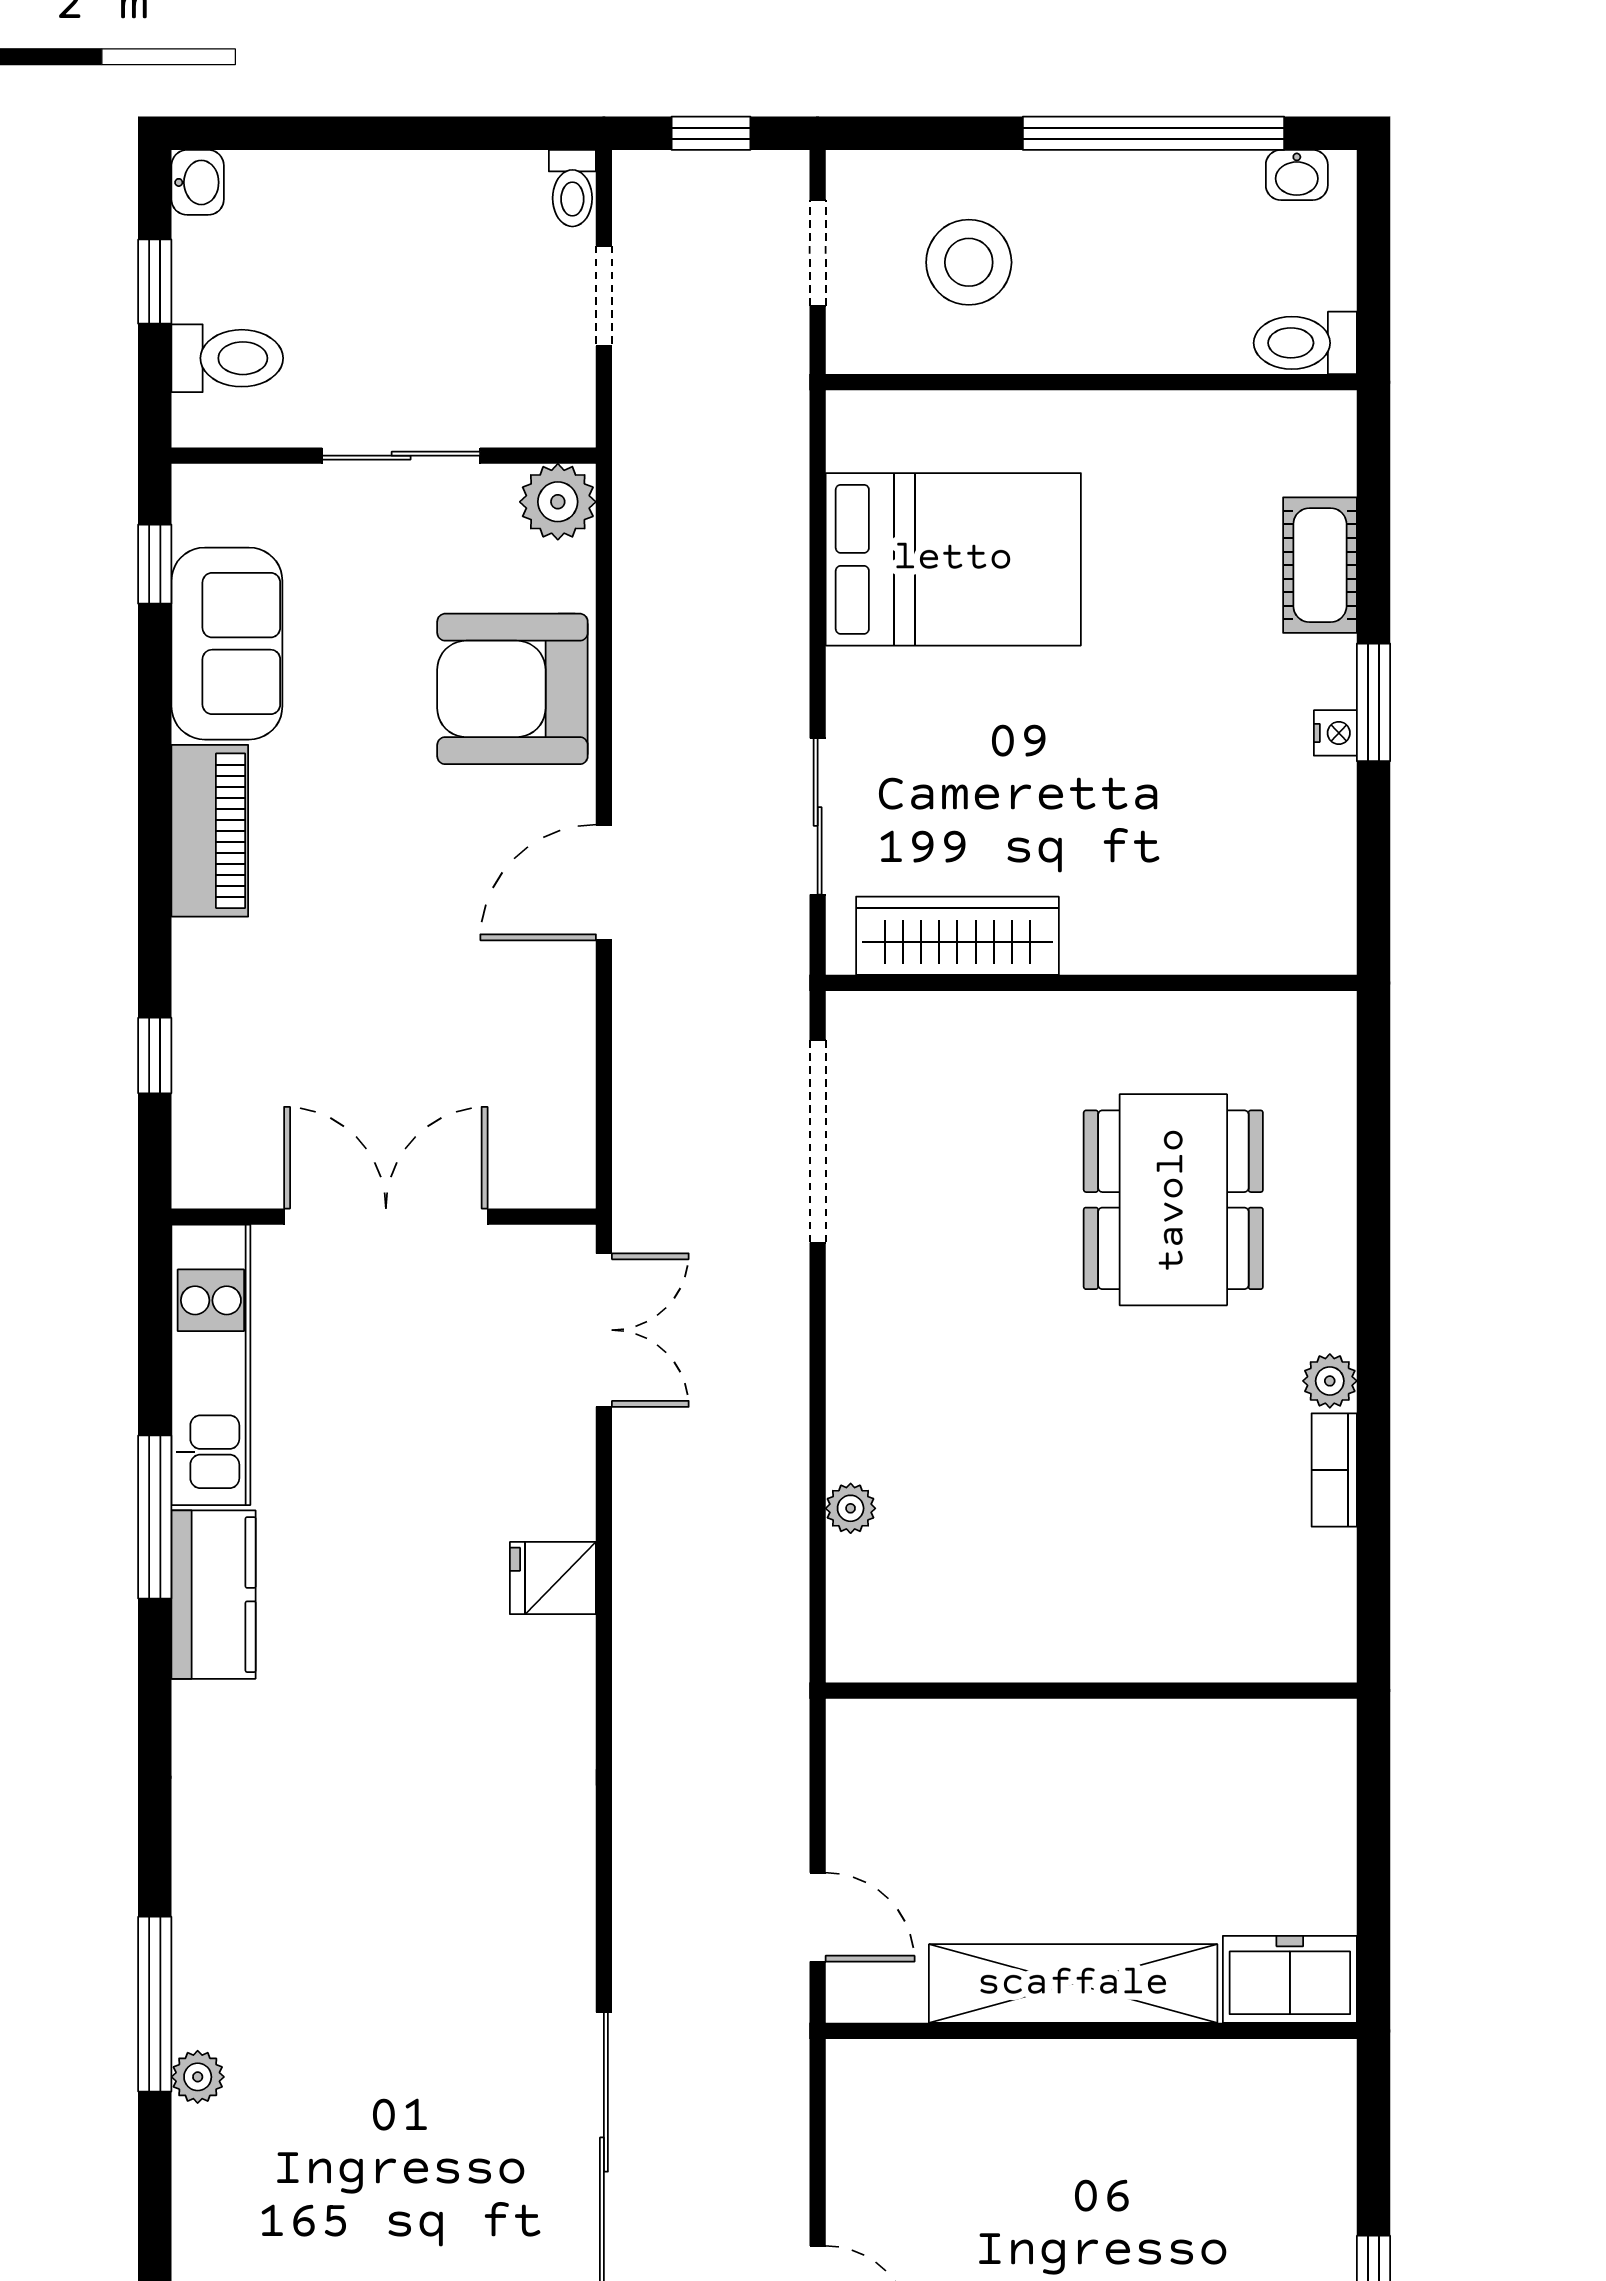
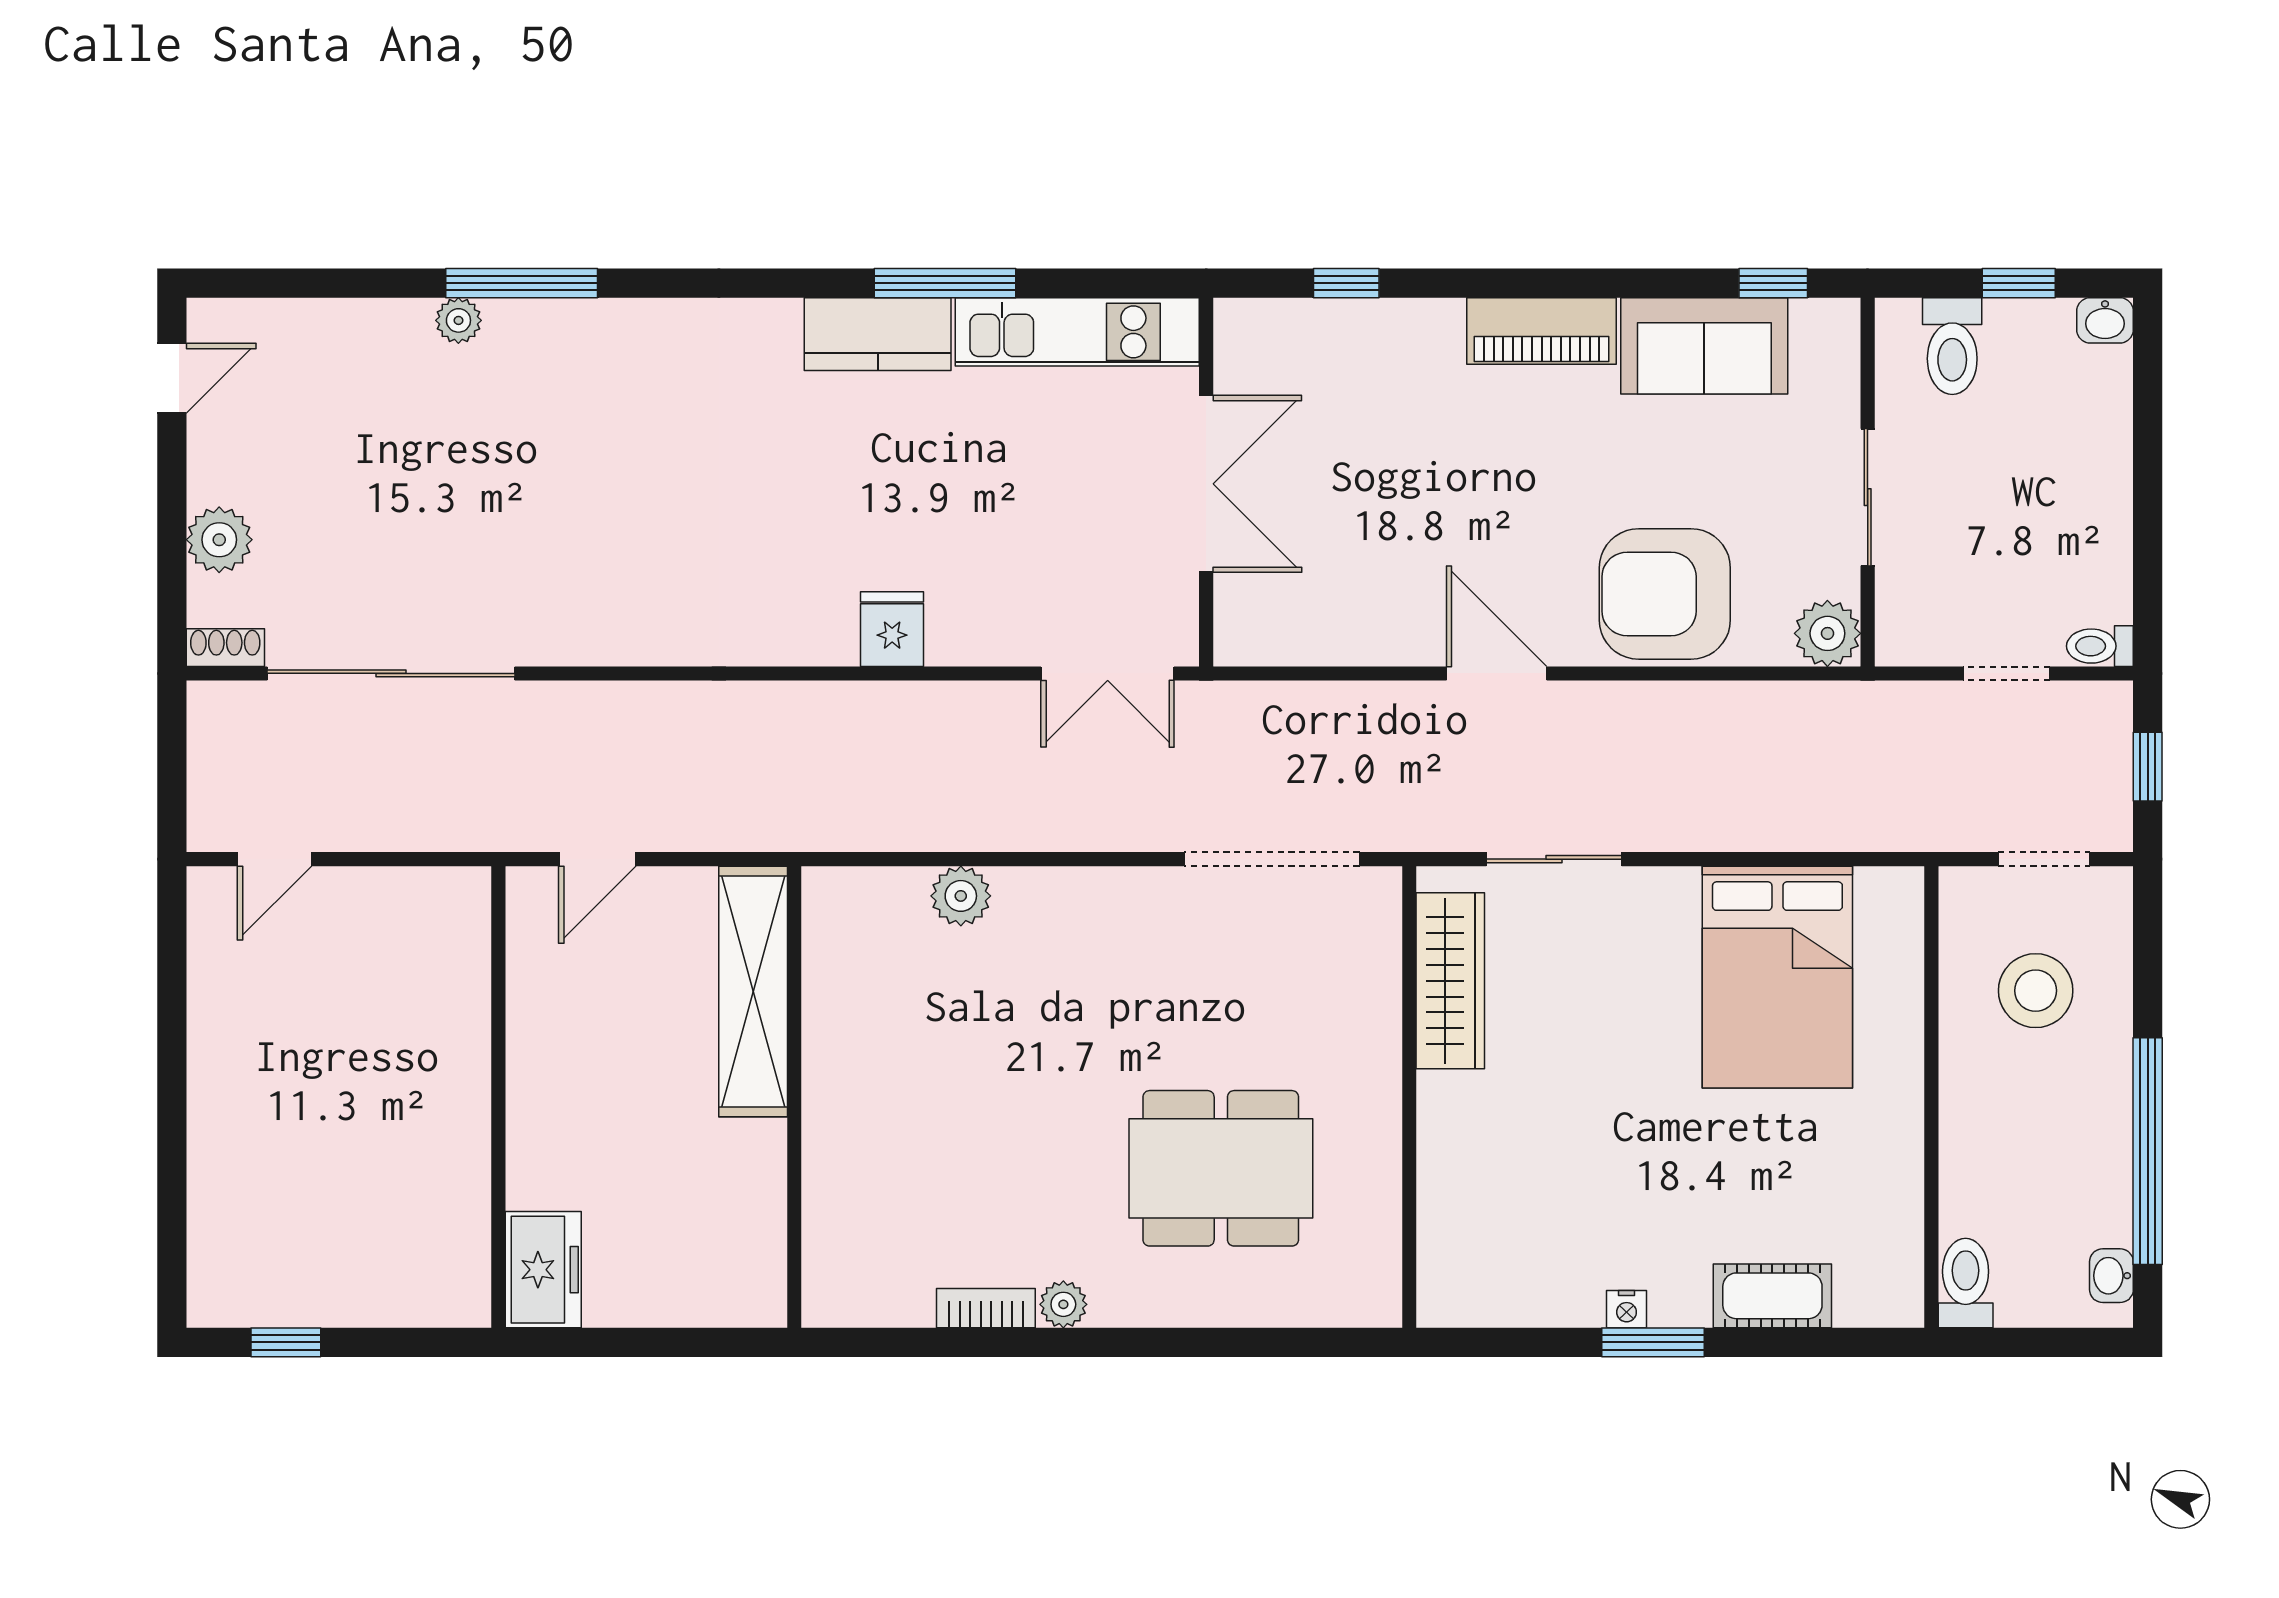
armchair: (512, 689) -> (1665, 594), turned -90
plant: (851, 1508) -> (961, 896), width x1.38, depth x1.38
shelving: (1073, 1984) -> (753, 991), moved

